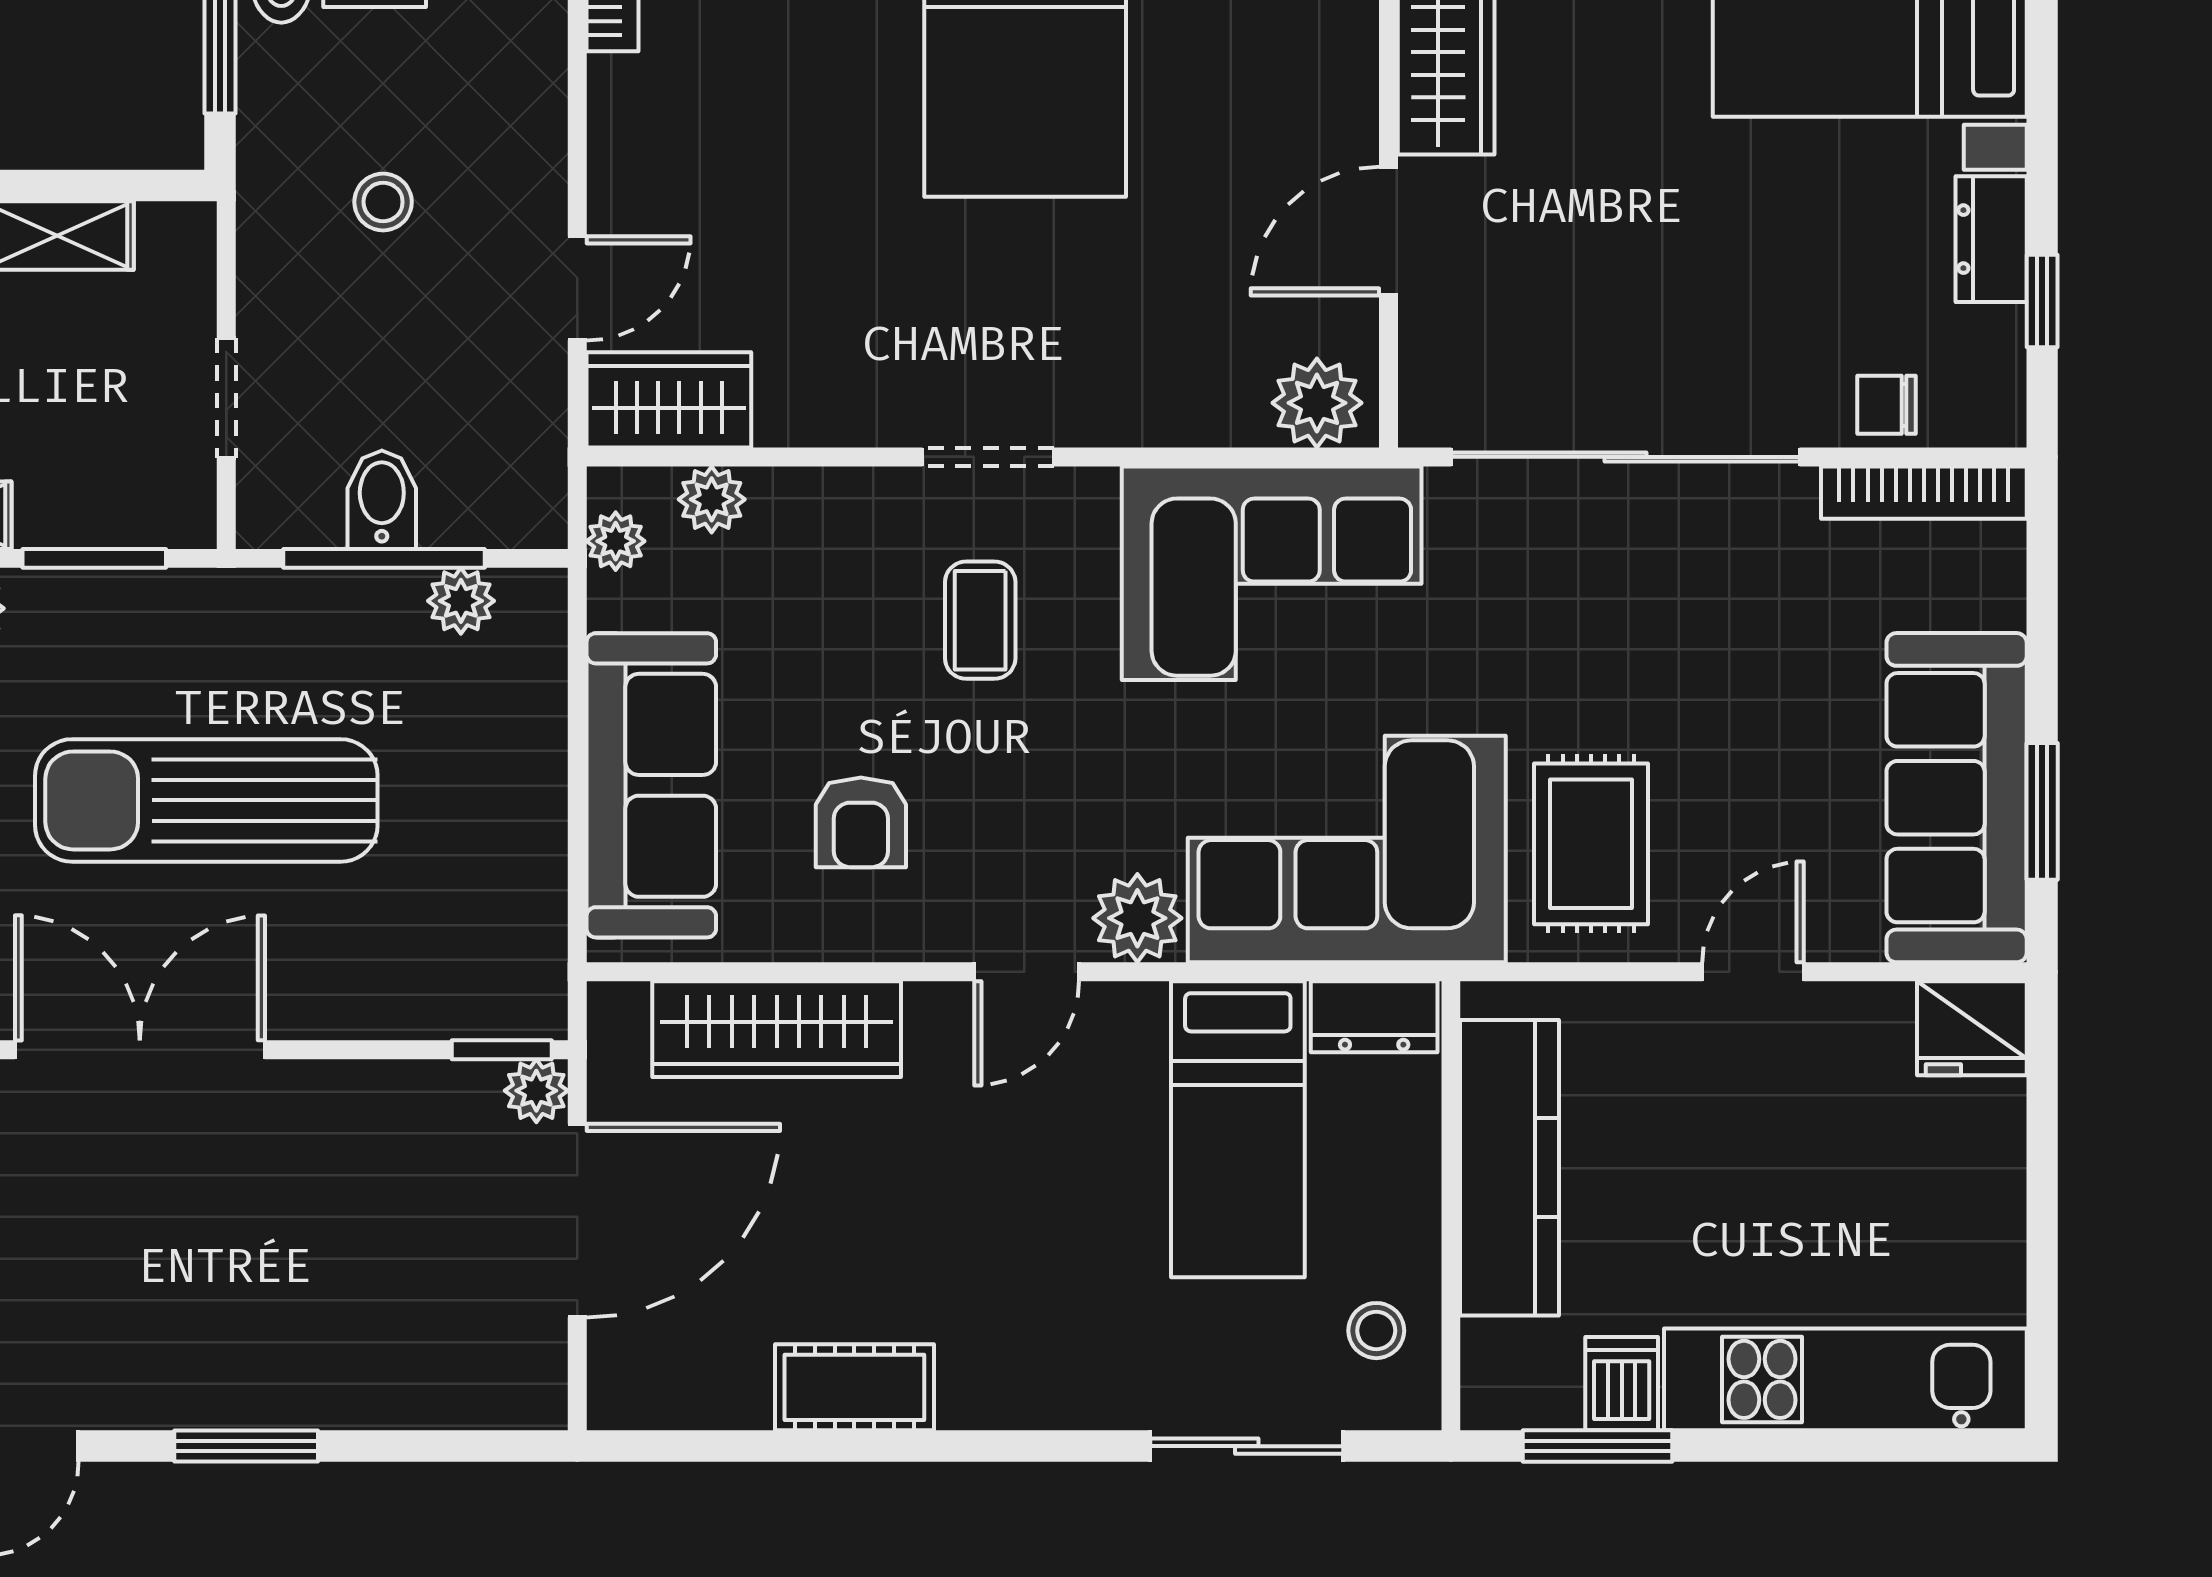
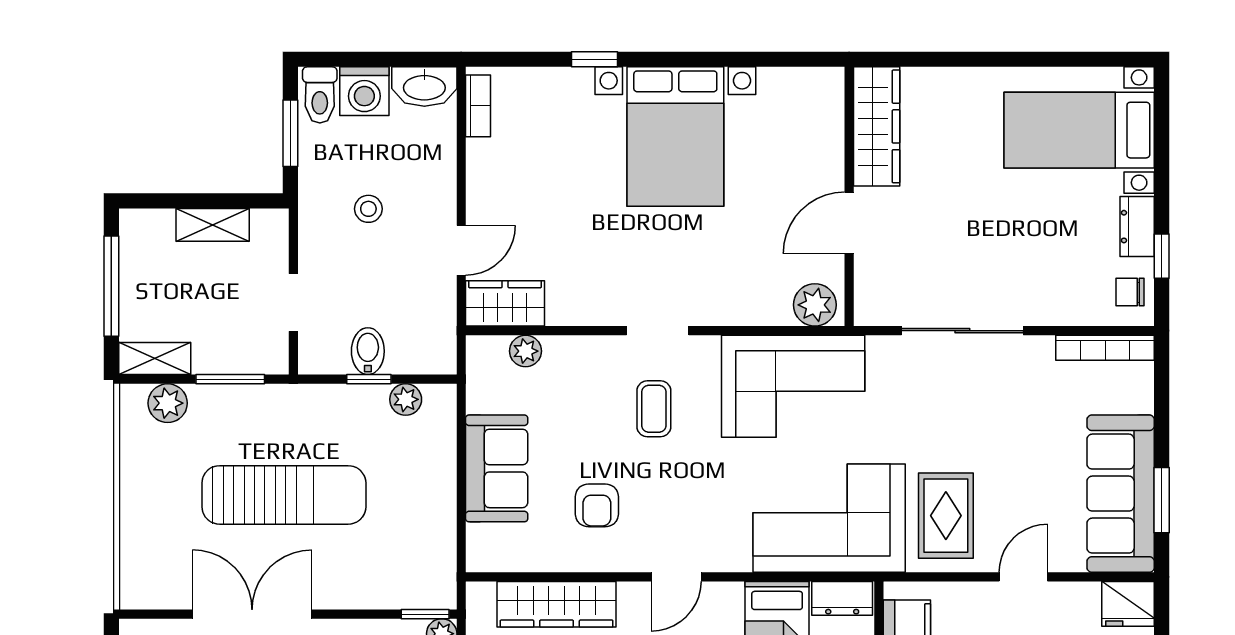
chair: (1887, 405) -> (1130, 292), moved
sliding door: (1626, 457) -> (962, 331), width x0.73
plant: (616, 541) -> (480, 371), removed
window: (384, 558) -> (369, 379), width x0.46
sofa: (651, 785) -> (497, 468), width x0.73
sun lounger: (206, 800) -> (284, 495), turned 180
plant: (1137, 918) -> (729, 551), removed

